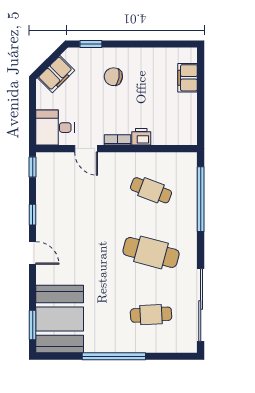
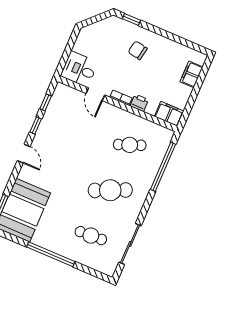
filing cabinet: (56, 74) -> (169, 114), moved, turned -135
window: (33, 167) -> (46, 102), moved
cafe table: (151, 190) -> (130, 145), turned -42
cafe table: (151, 252) -> (110, 190), turned -39
sliding door: (201, 305) -> (130, 244), width x0.73

